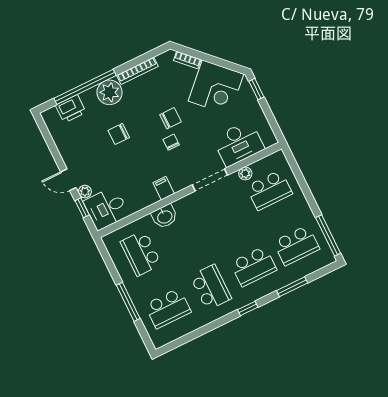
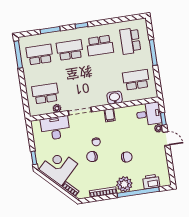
school desk: (141, 253) -> (136, 80), turned -90
school desk: (211, 287) -> (100, 45), turned -90
school desk: (168, 308) -> (130, 41), turned -90

